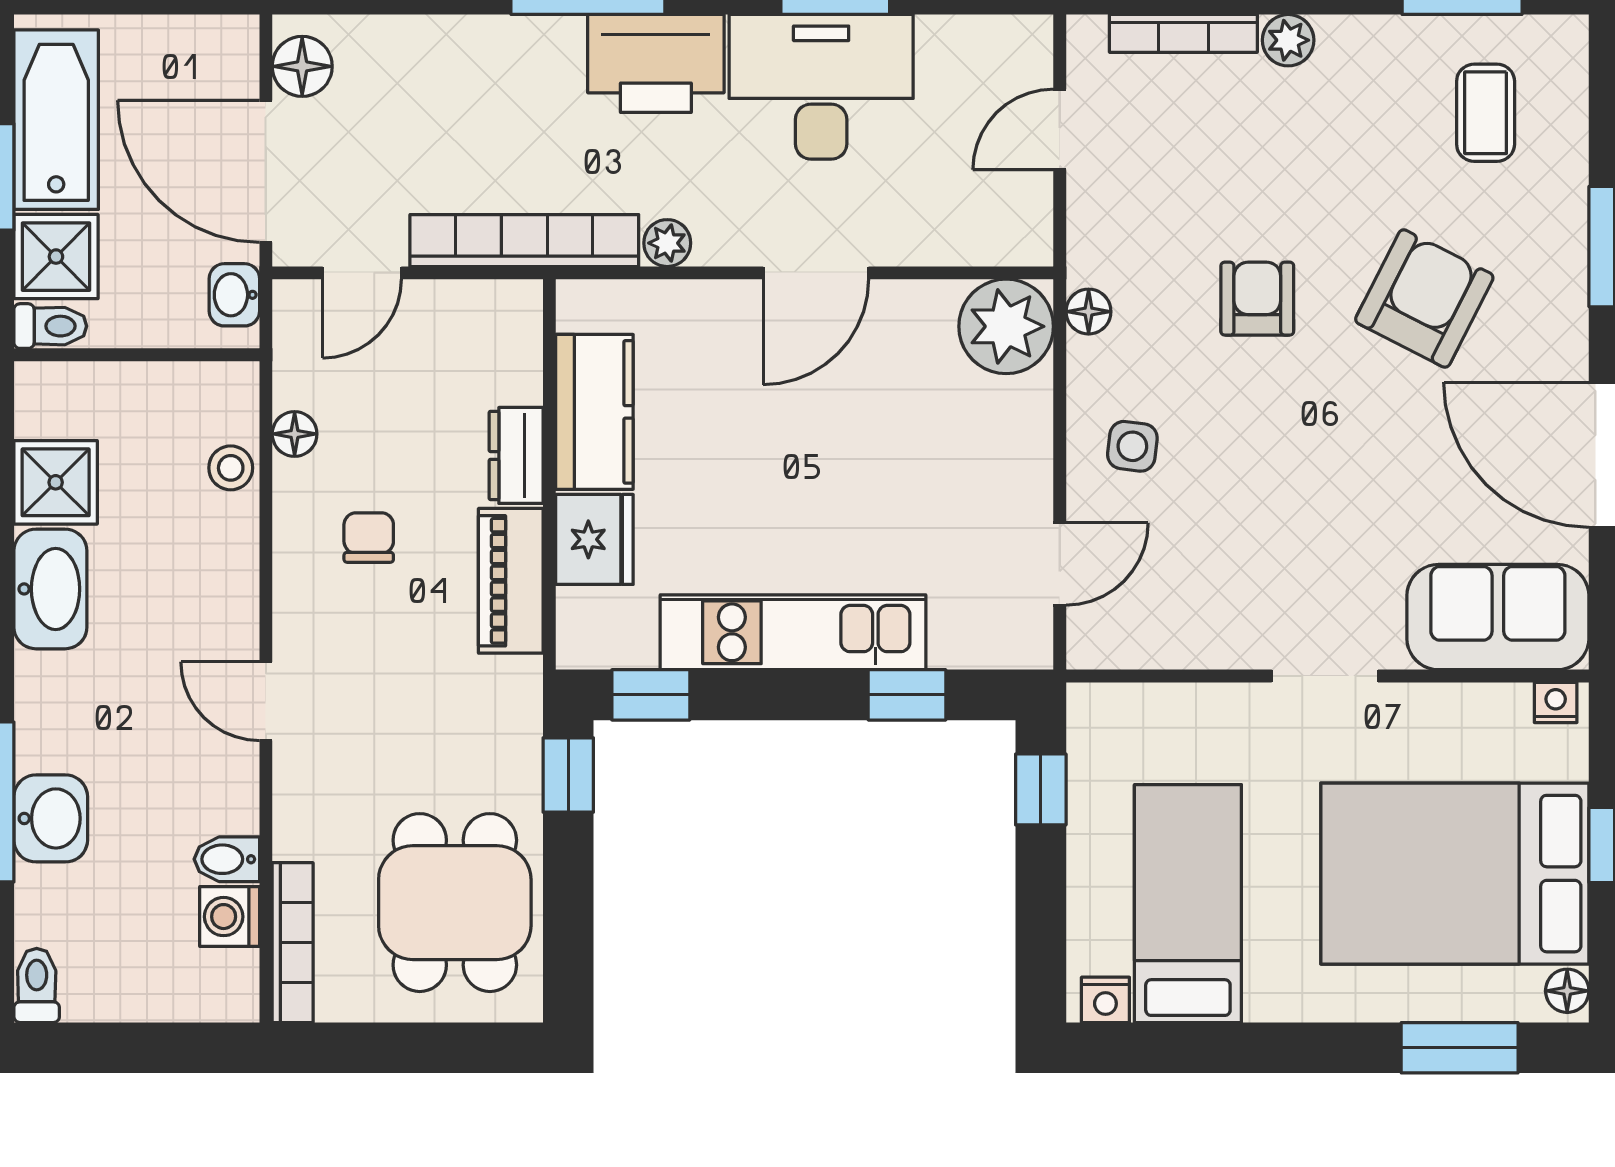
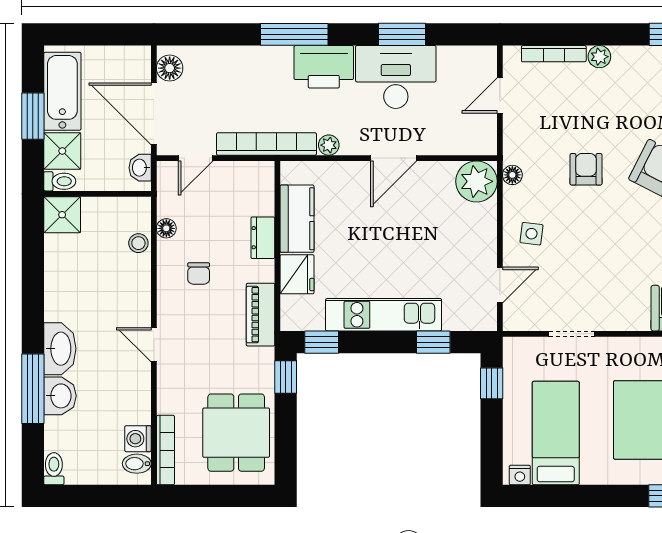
shower: (56, 482) -> (62, 215), moved
chair: (369, 538) -> (199, 273), turned 180
piano: (511, 581) -> (261, 315), moved
washbasin: (50, 589) -> (60, 349), moved
doorway: (1325, 676) -> (572, 334), moved
bidet: (227, 859) -> (137, 464), moved

